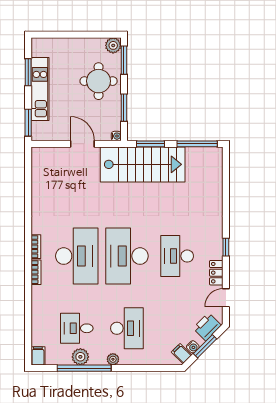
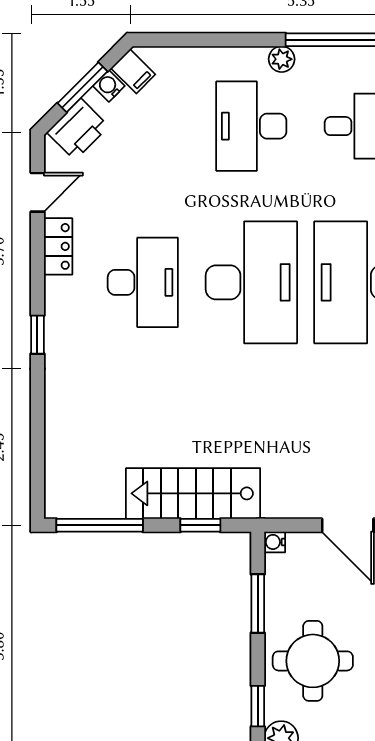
window: (124, 60) -> (258, 706), width x0.67
window: (150, 144) -> (200, 525), width x0.67
stairs: (143, 164) -> (193, 493), width x0.73, depth x0.66
window: (226, 247) -> (37, 335), moved
plant: (80, 357) -> (352, 64), removed

